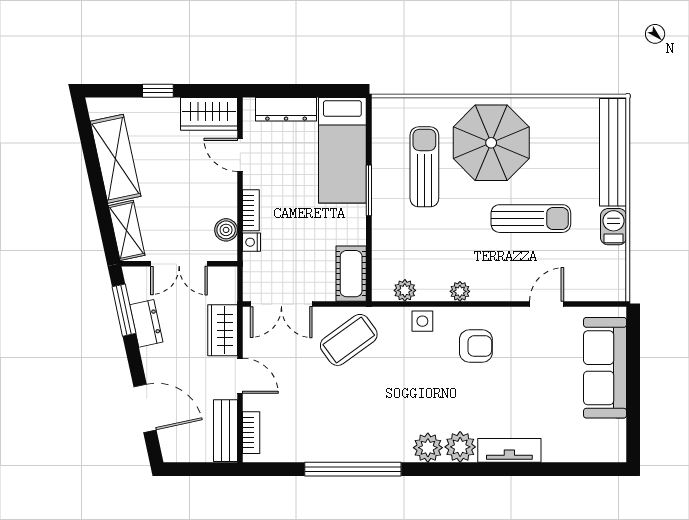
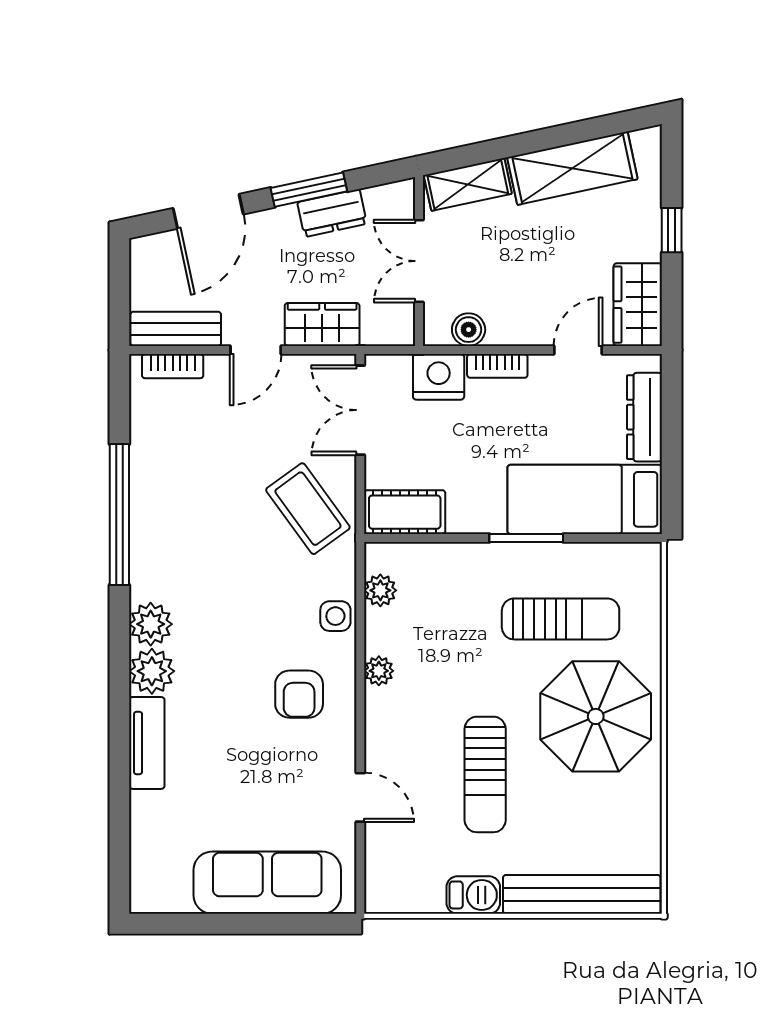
nightstand: (251, 242) -> (439, 377), width x1.89, depth x1.79
window: (124, 310) -> (309, 190), moved

